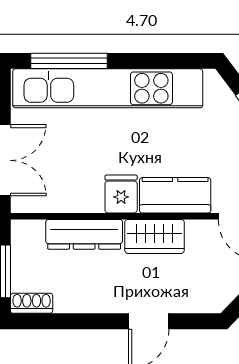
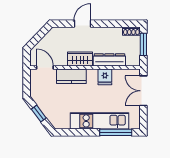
kitchen unit: (108, 88) -> (100, 121), width x0.73
fridge: (121, 194) -> (105, 77), moved

